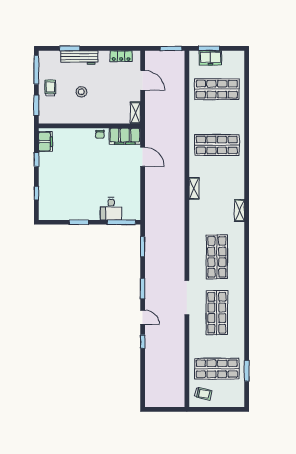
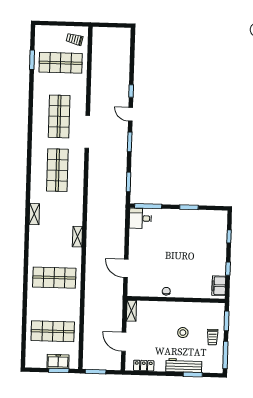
filing cabinet: (125, 136) -> (142, 289), removed
desk: (111, 209) -> (140, 218), moved, turned -90

